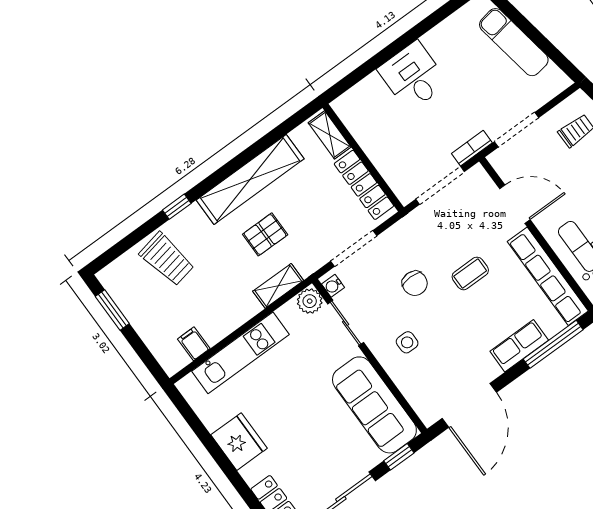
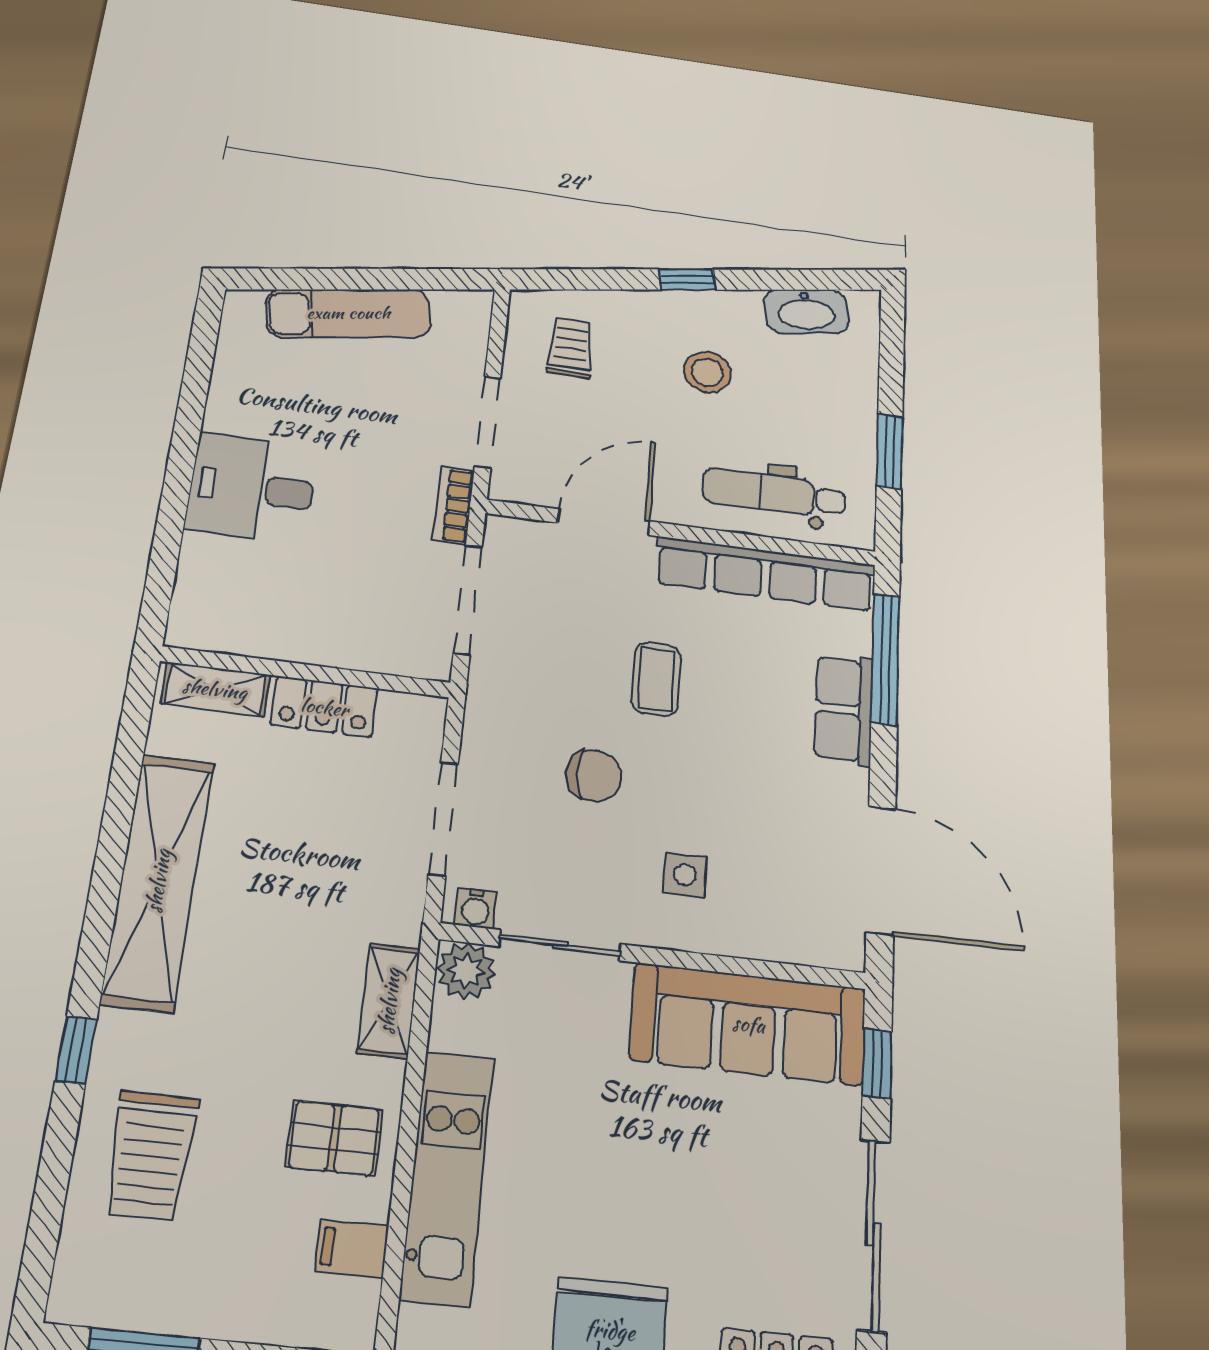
locker: (364, 185) -> (324, 707), width x0.66
pallet: (265, 234) -> (334, 1138), moved, turned 90
trolley: (167, 259) -> (151, 1155), turned 101

